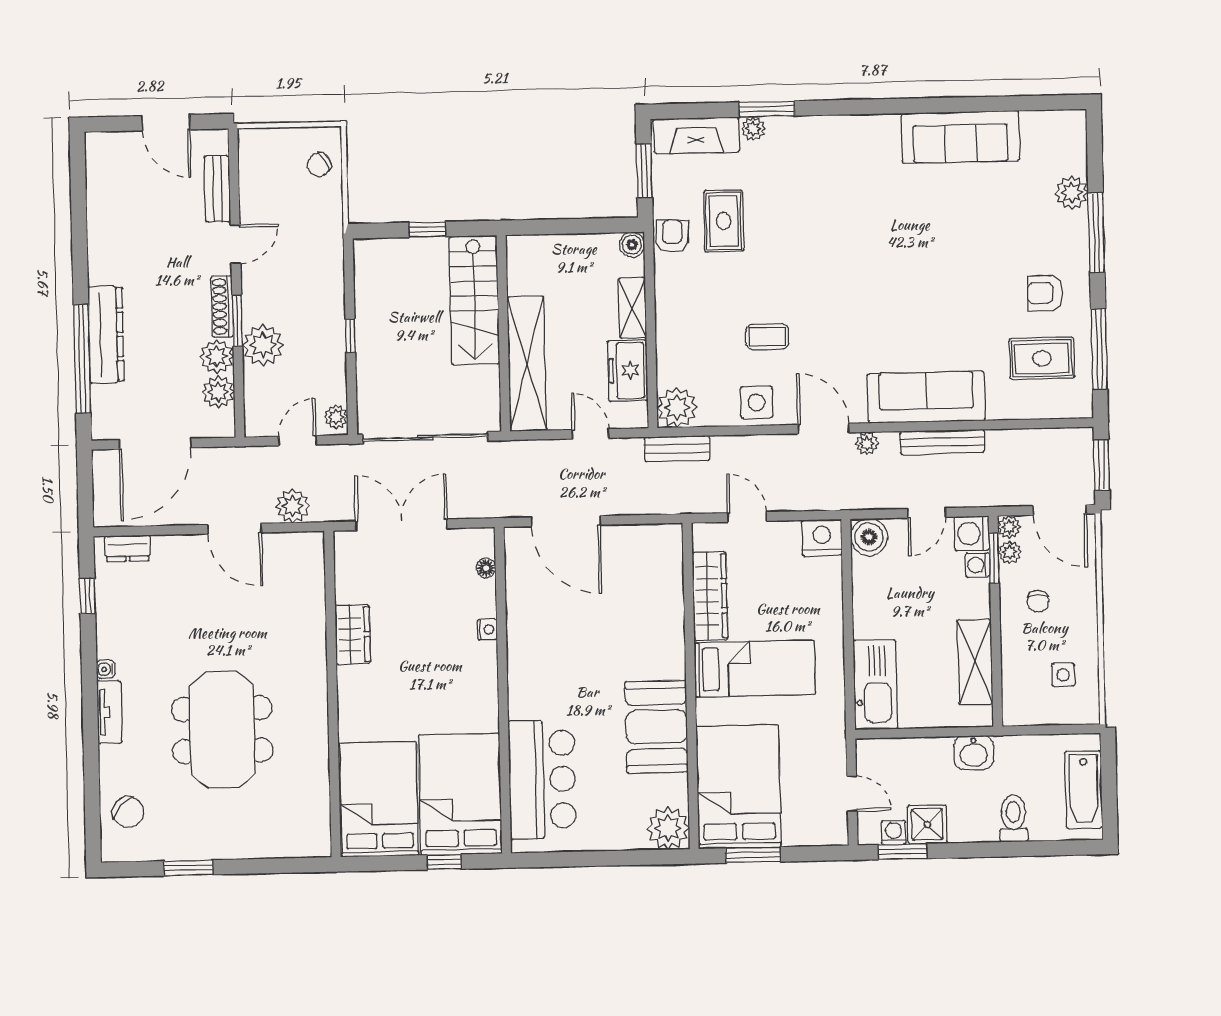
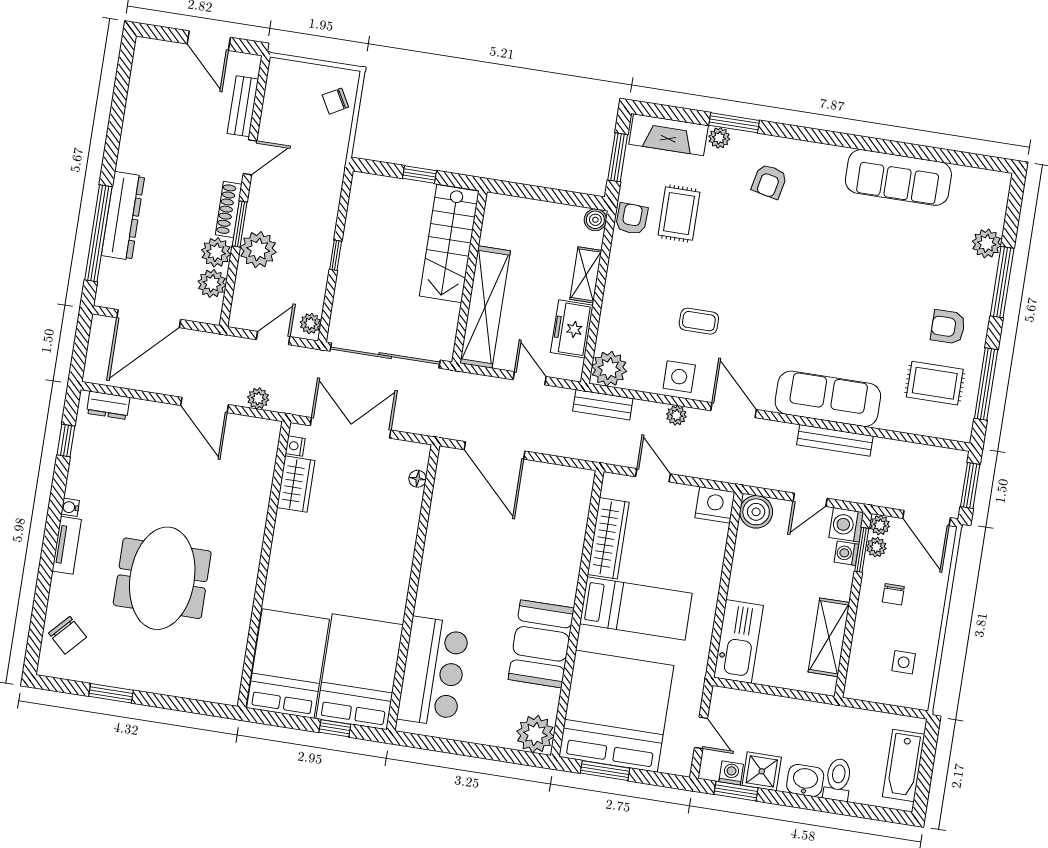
armchair: (818, 167) -> (769, 181), added
plant: (867, 443) -> (676, 415), moved
plant: (293, 506) -> (258, 398), width x0.73, depth x0.73
nightstand: (487, 629) -> (295, 446), moved, turned 180
wardrobe: (353, 634) -> (296, 484), moved
washbasin: (974, 753) -> (805, 780), moved, turned 180
bed: (739, 787) -> (616, 711), width x1.36

